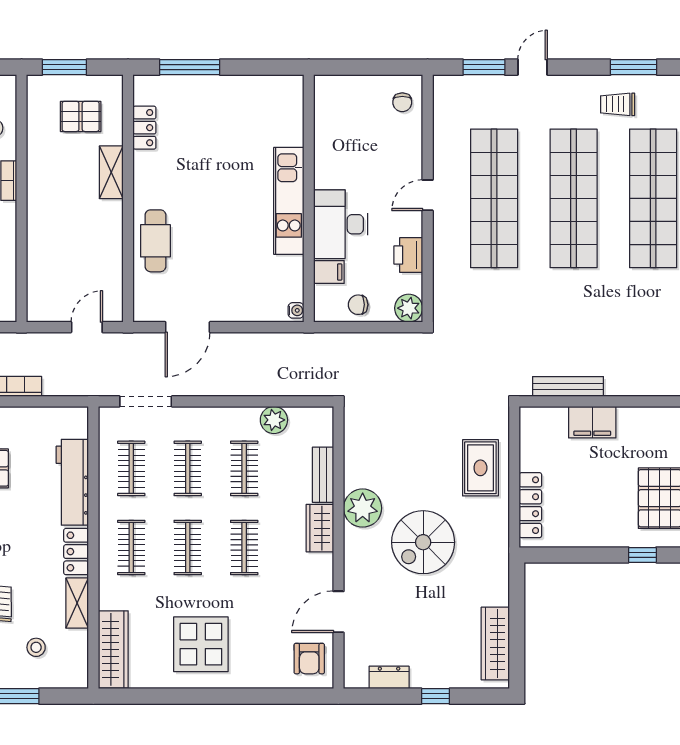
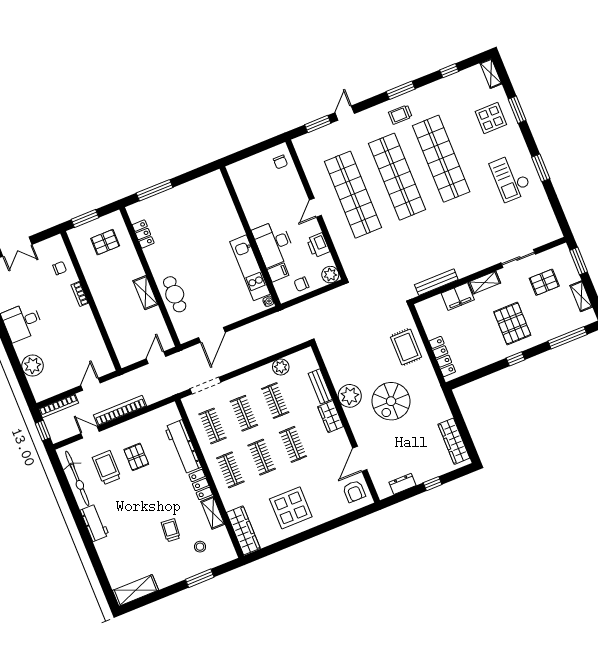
shelving: (111, 172) -> (145, 293), moved
kitchen unit: (289, 201) -> (250, 268), moved
shelving: (642, 417) -> (485, 283), added

